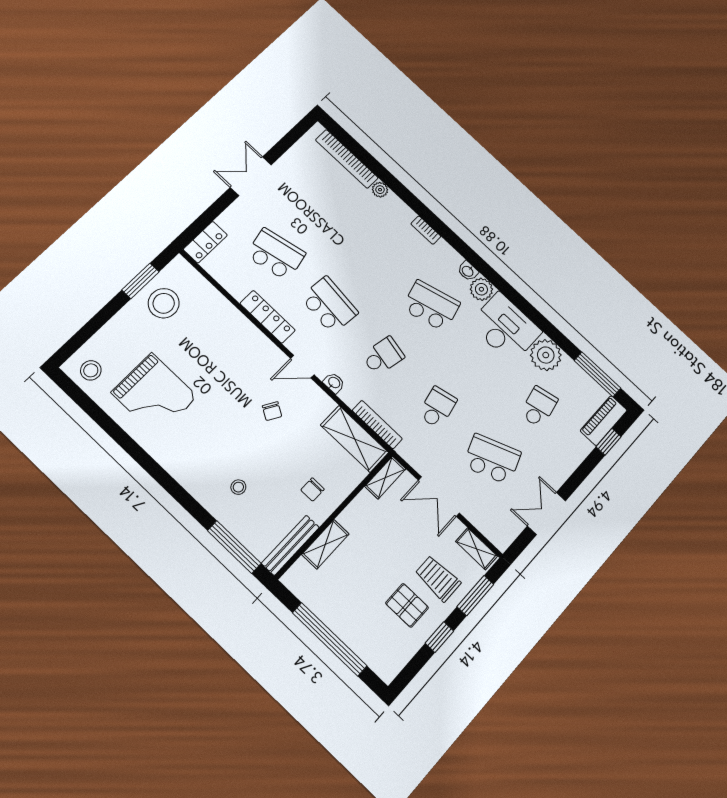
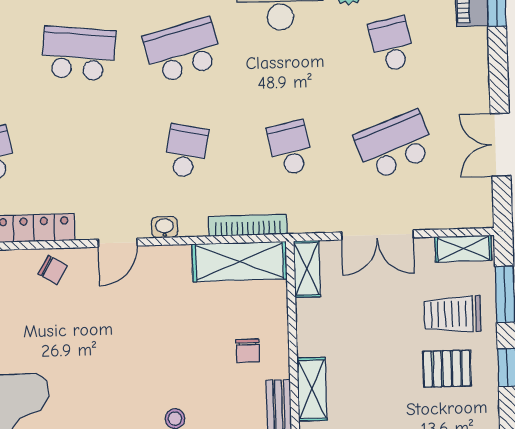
school desk: (329, 305) -> (78, 53), moved
chair: (272, 411) -> (53, 270), moved

